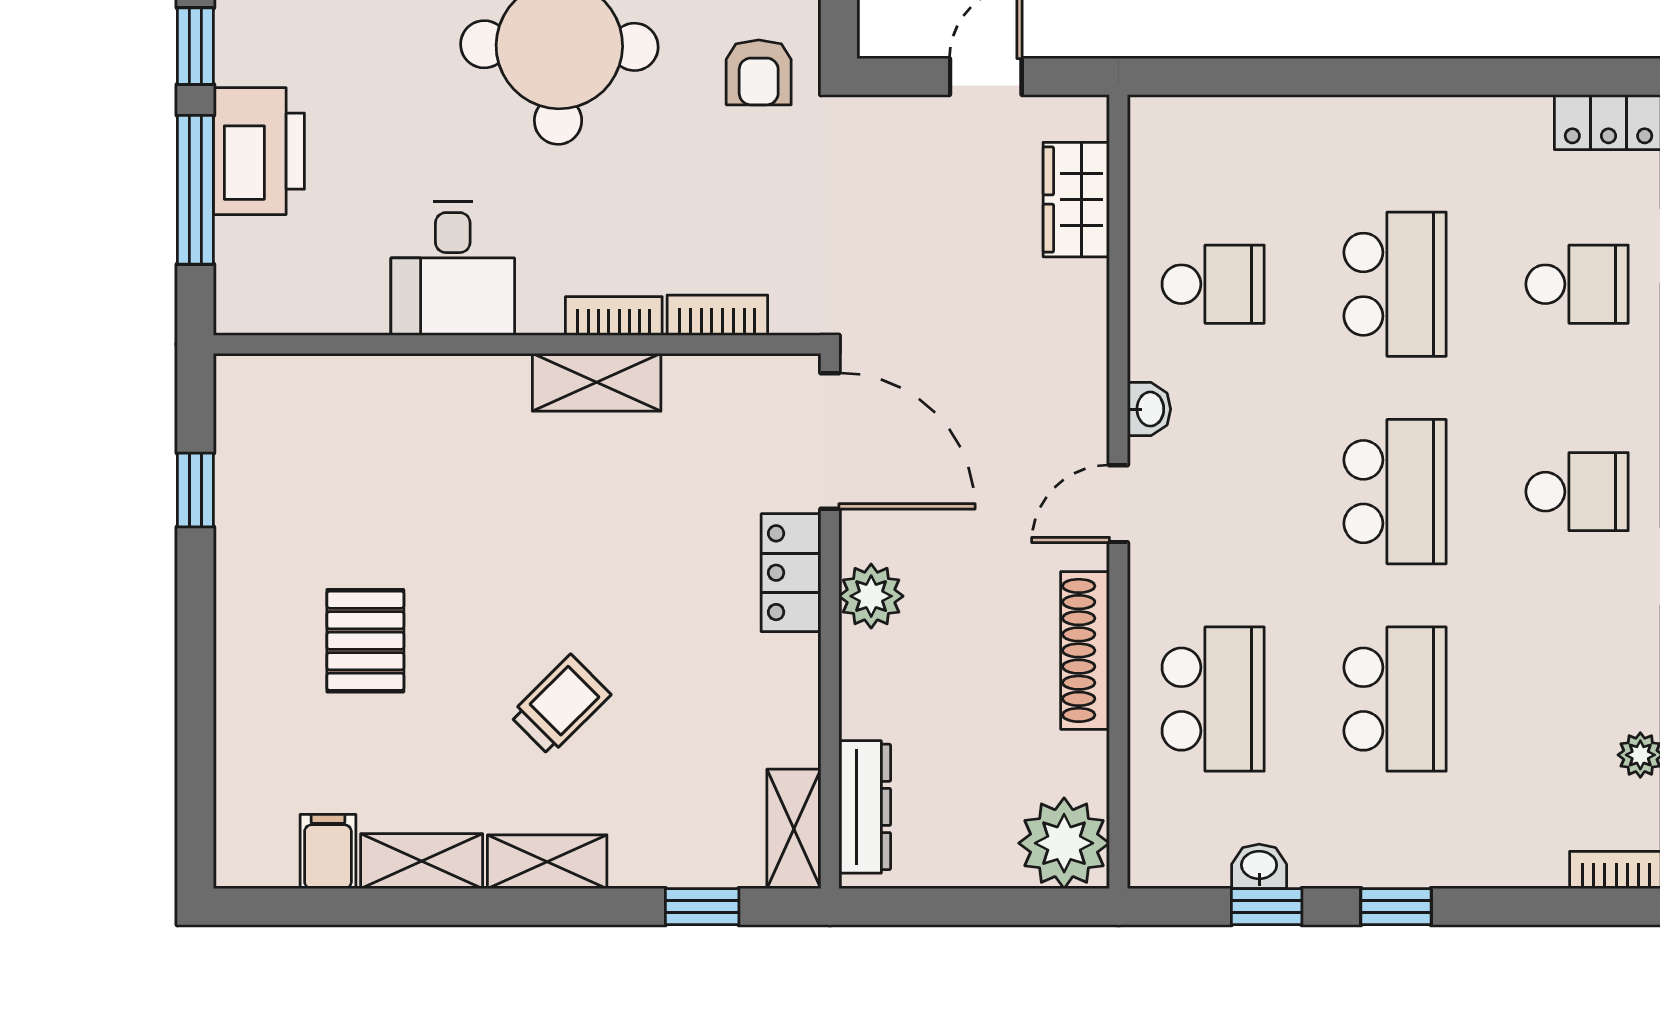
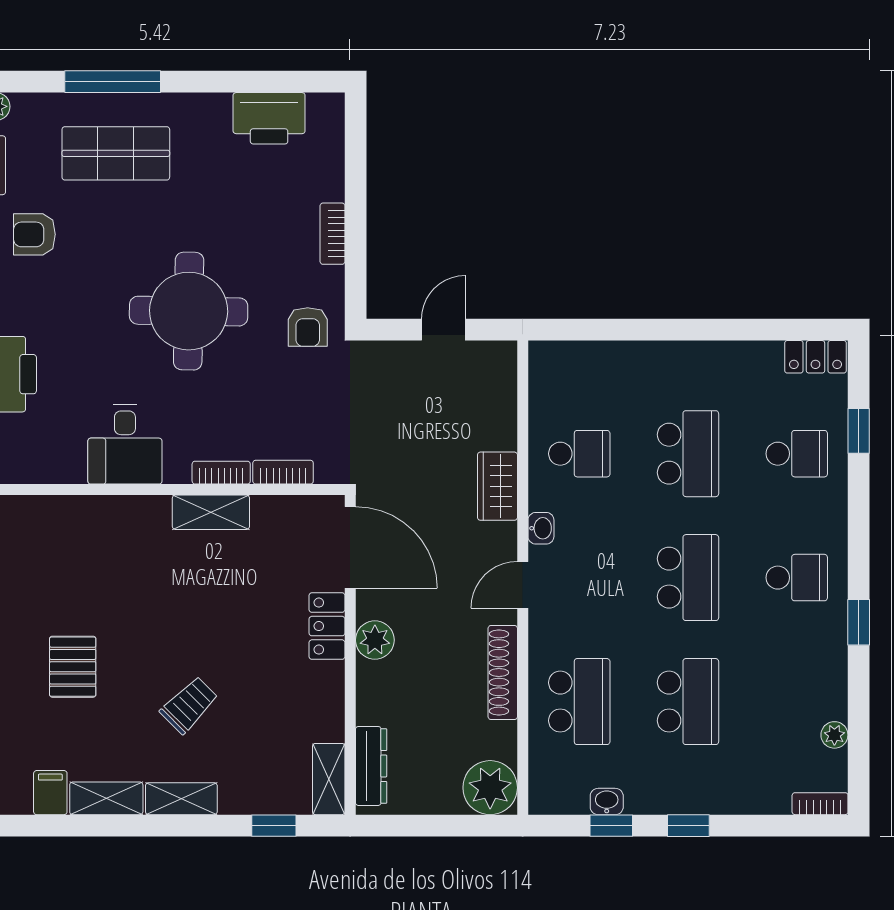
wardrobe: (1076, 200) -> (497, 486), moved

